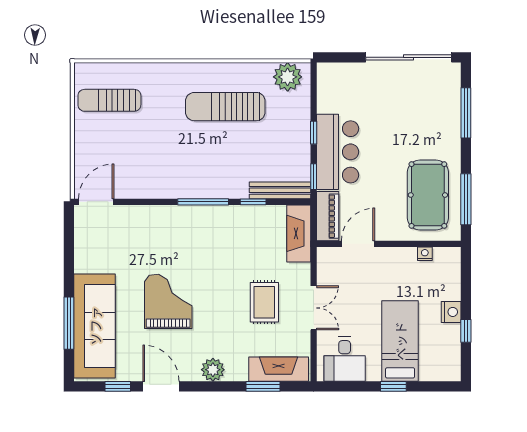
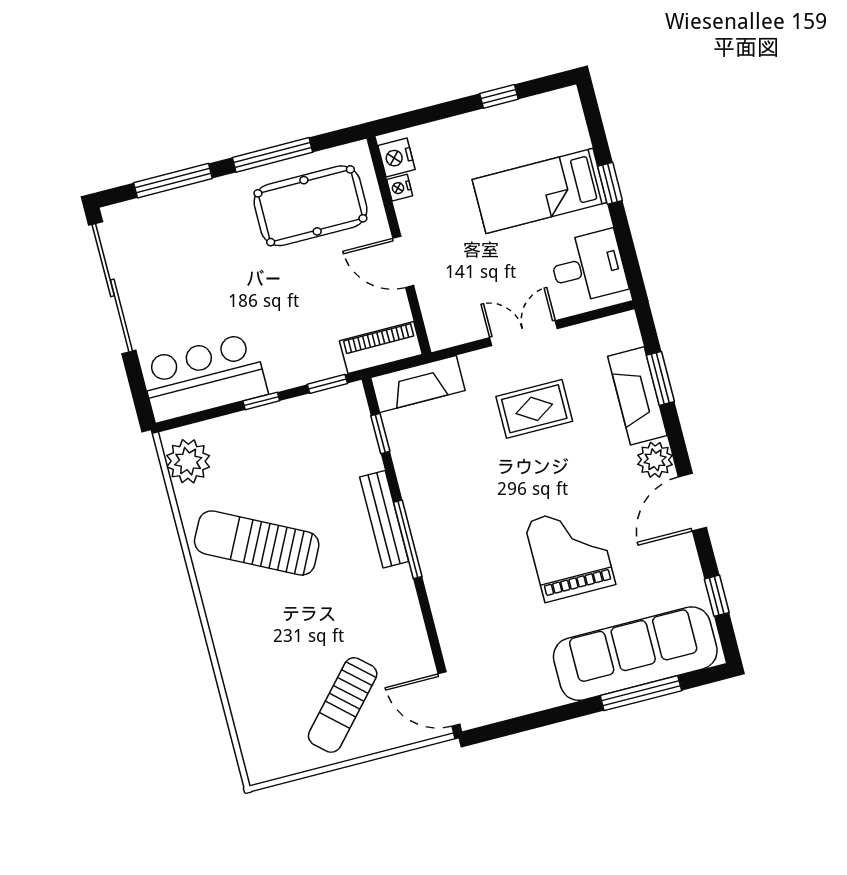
sun lounger: (109, 100) -> (343, 705), moved, turned 42
sun lounger: (225, 107) -> (257, 543), turned 117
bar counter: (338, 152) -> (204, 377), moved
bench: (280, 190) -> (384, 519), moved
window: (466, 199) -> (272, 155), moved
window: (253, 202) -> (380, 434), moved
door: (358, 244) -> (403, 262), moved
grand piano: (168, 301) -> (570, 553), turned 90
nightstand: (451, 312) -> (396, 157), moved, turned -90
fireplace: (279, 369) -> (637, 396), moved
door: (161, 386) -> (692, 502), moved

